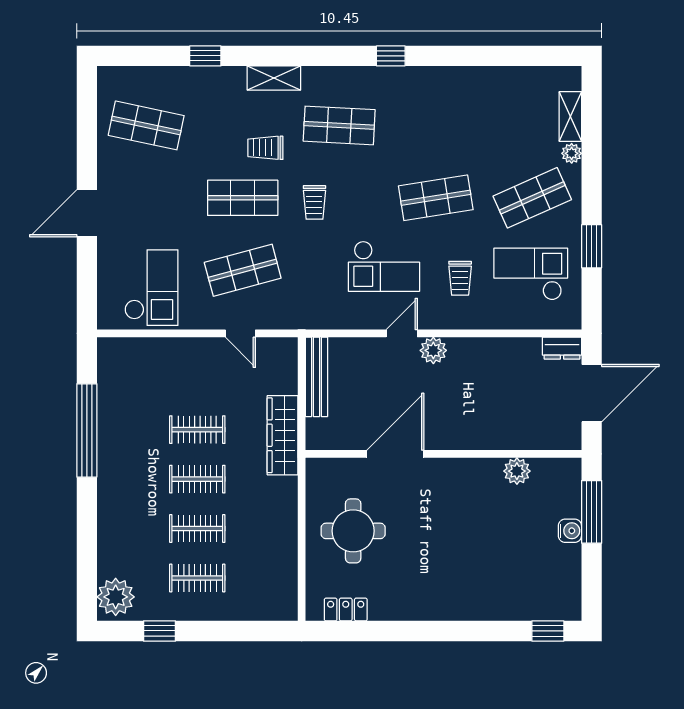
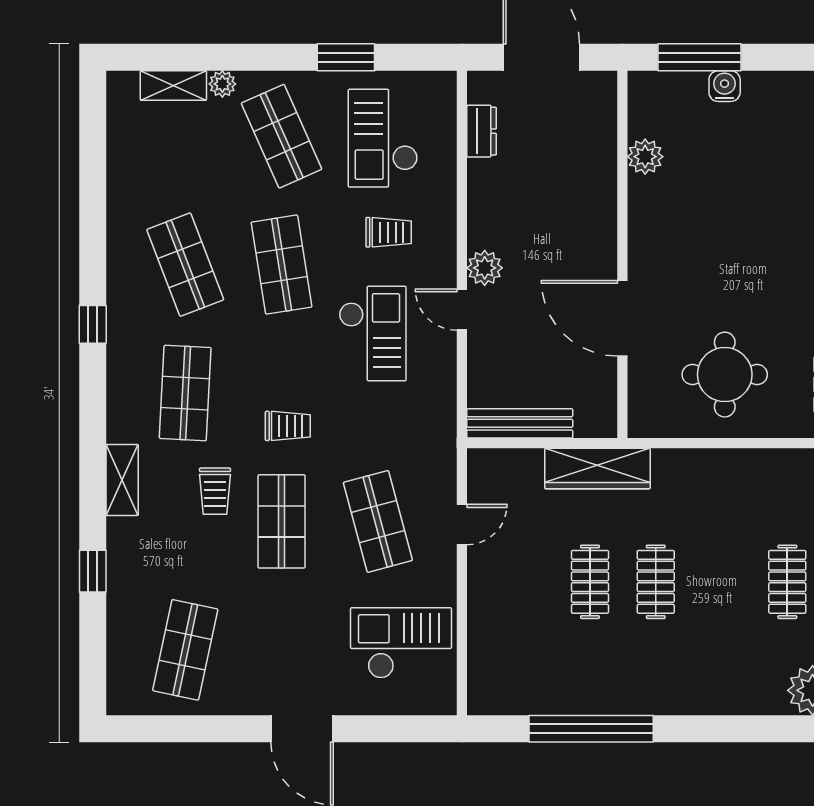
shop shelf: (436, 125) -> (185, 265), added
dresser: (562, 348) -> (482, 131), moved
clothes rail: (197, 529) -> (722, 582), removed

